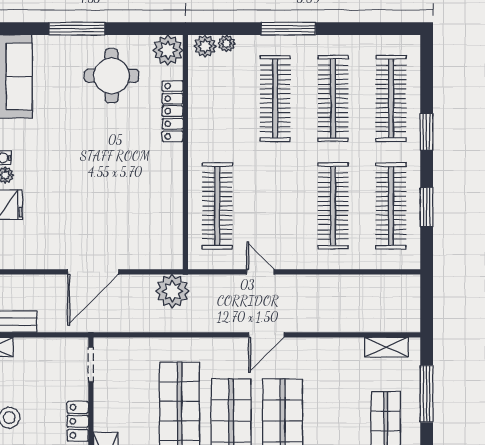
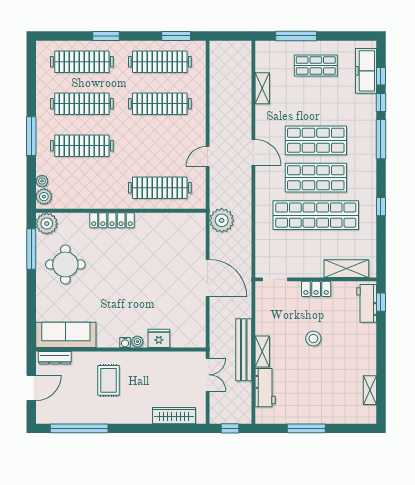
window: (77, 29) -> (31, 249), moved
locker: (173, 111) -> (112, 220), moved
window: (427, 207) -> (176, 36), moved
shelving: (386, 347) -> (262, 88), moved

